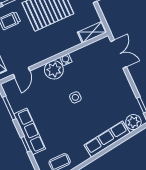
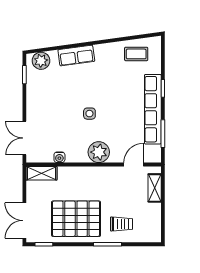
water cooler: (66, 60) -> (59, 157), moved
row of seats: (30, 131) -> (153, 109), width x1.36
row of seats: (107, 139) -> (76, 56), width x0.68

